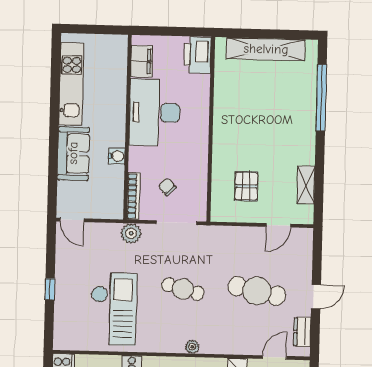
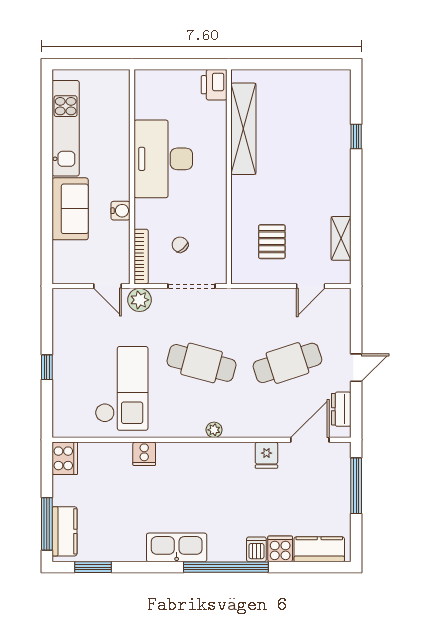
shelving: (266, 49) -> (243, 129), moved, turned 90
printer: (198, 55) -> (214, 85), width x0.73, depth x0.84
filing cabinet: (142, 61) -> (146, 100), removed
window: (321, 98) -> (356, 136), width x0.32
door: (72, 220) -> (108, 286), moved
cafe table: (183, 289) -> (202, 363), width x1.37, depth x1.35
cafe table: (257, 291) -> (287, 363), turned -30
door: (274, 357) -> (310, 440), width x1.37

